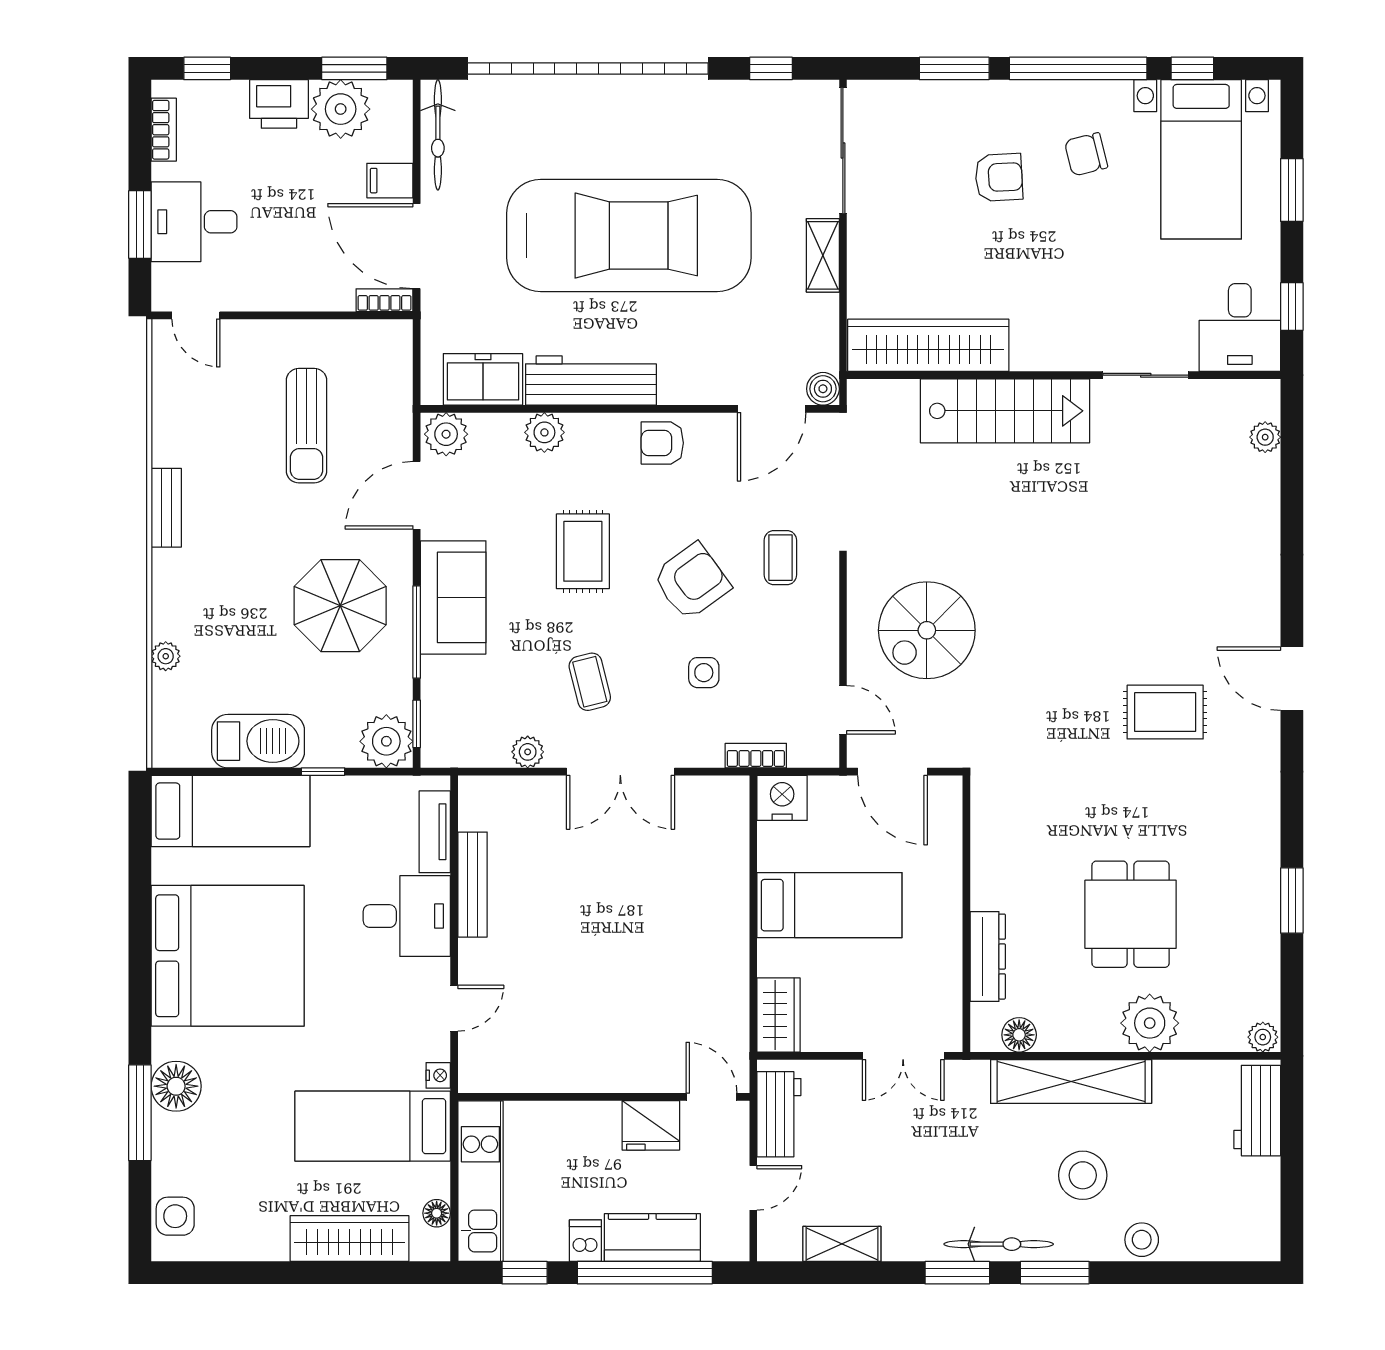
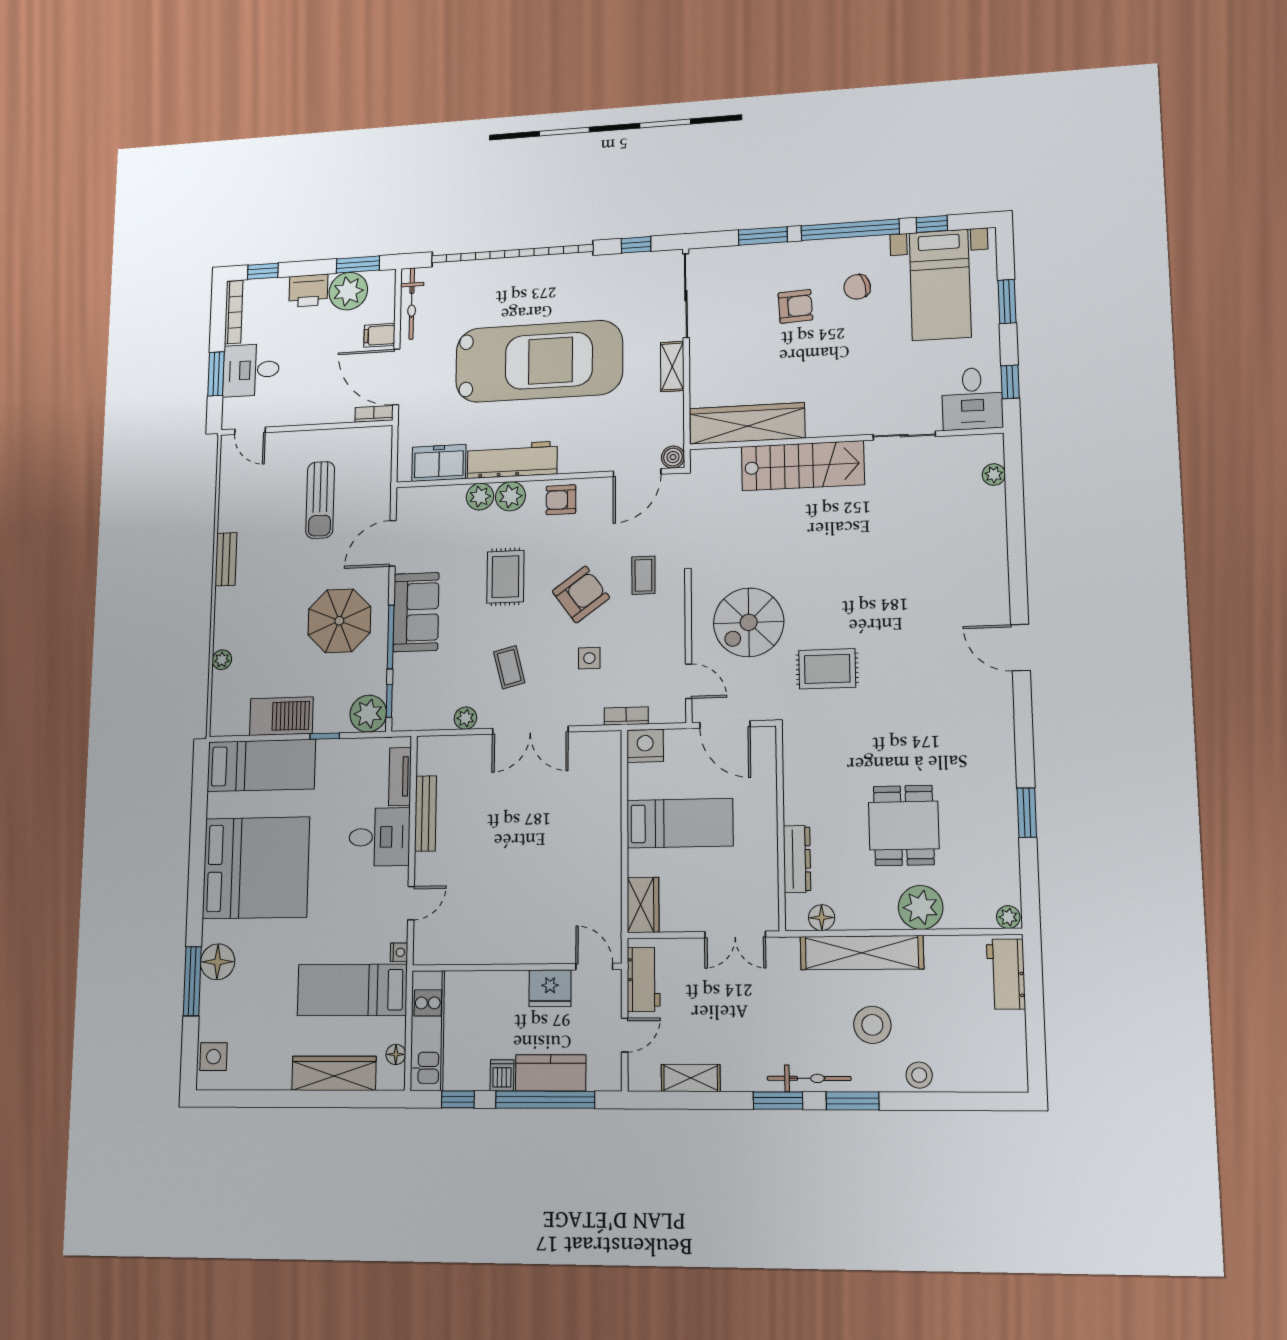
bookcase: (164, 130) -> (234, 312), width x1.56
plant: (446, 434) -> (510, 496), moved
rug: (1165, 712) -> (827, 669), moved

